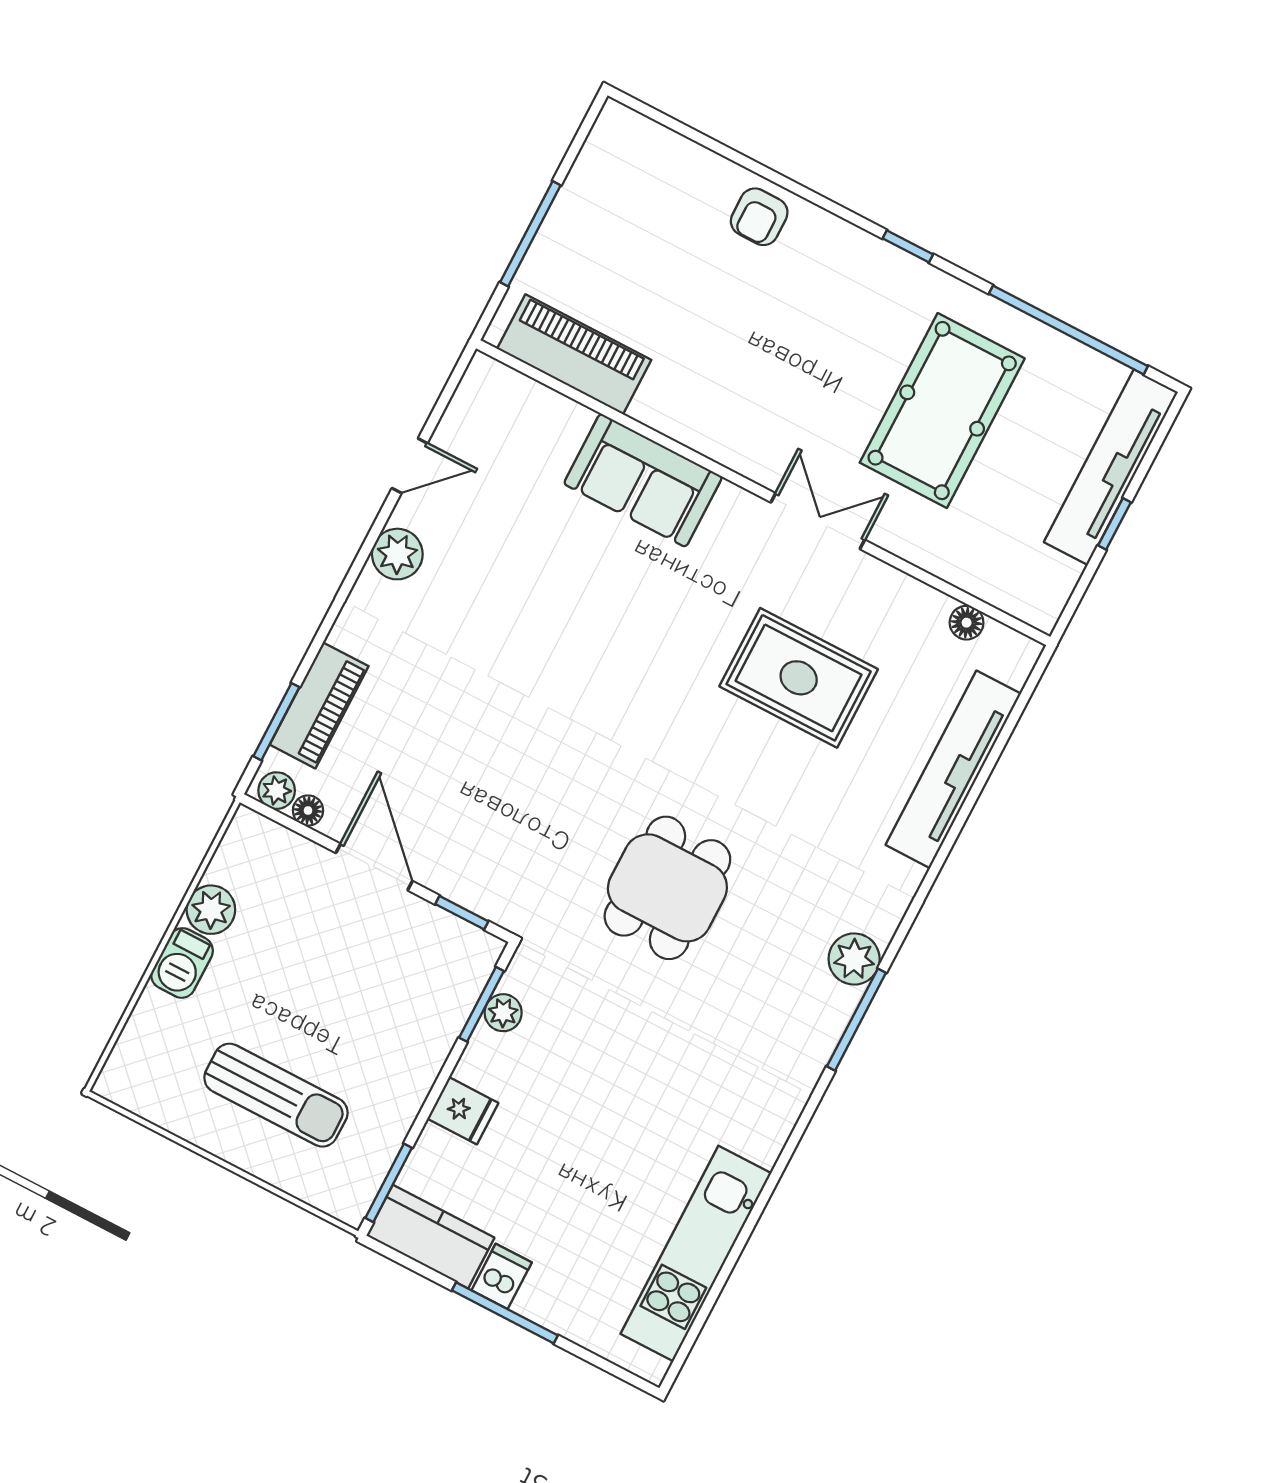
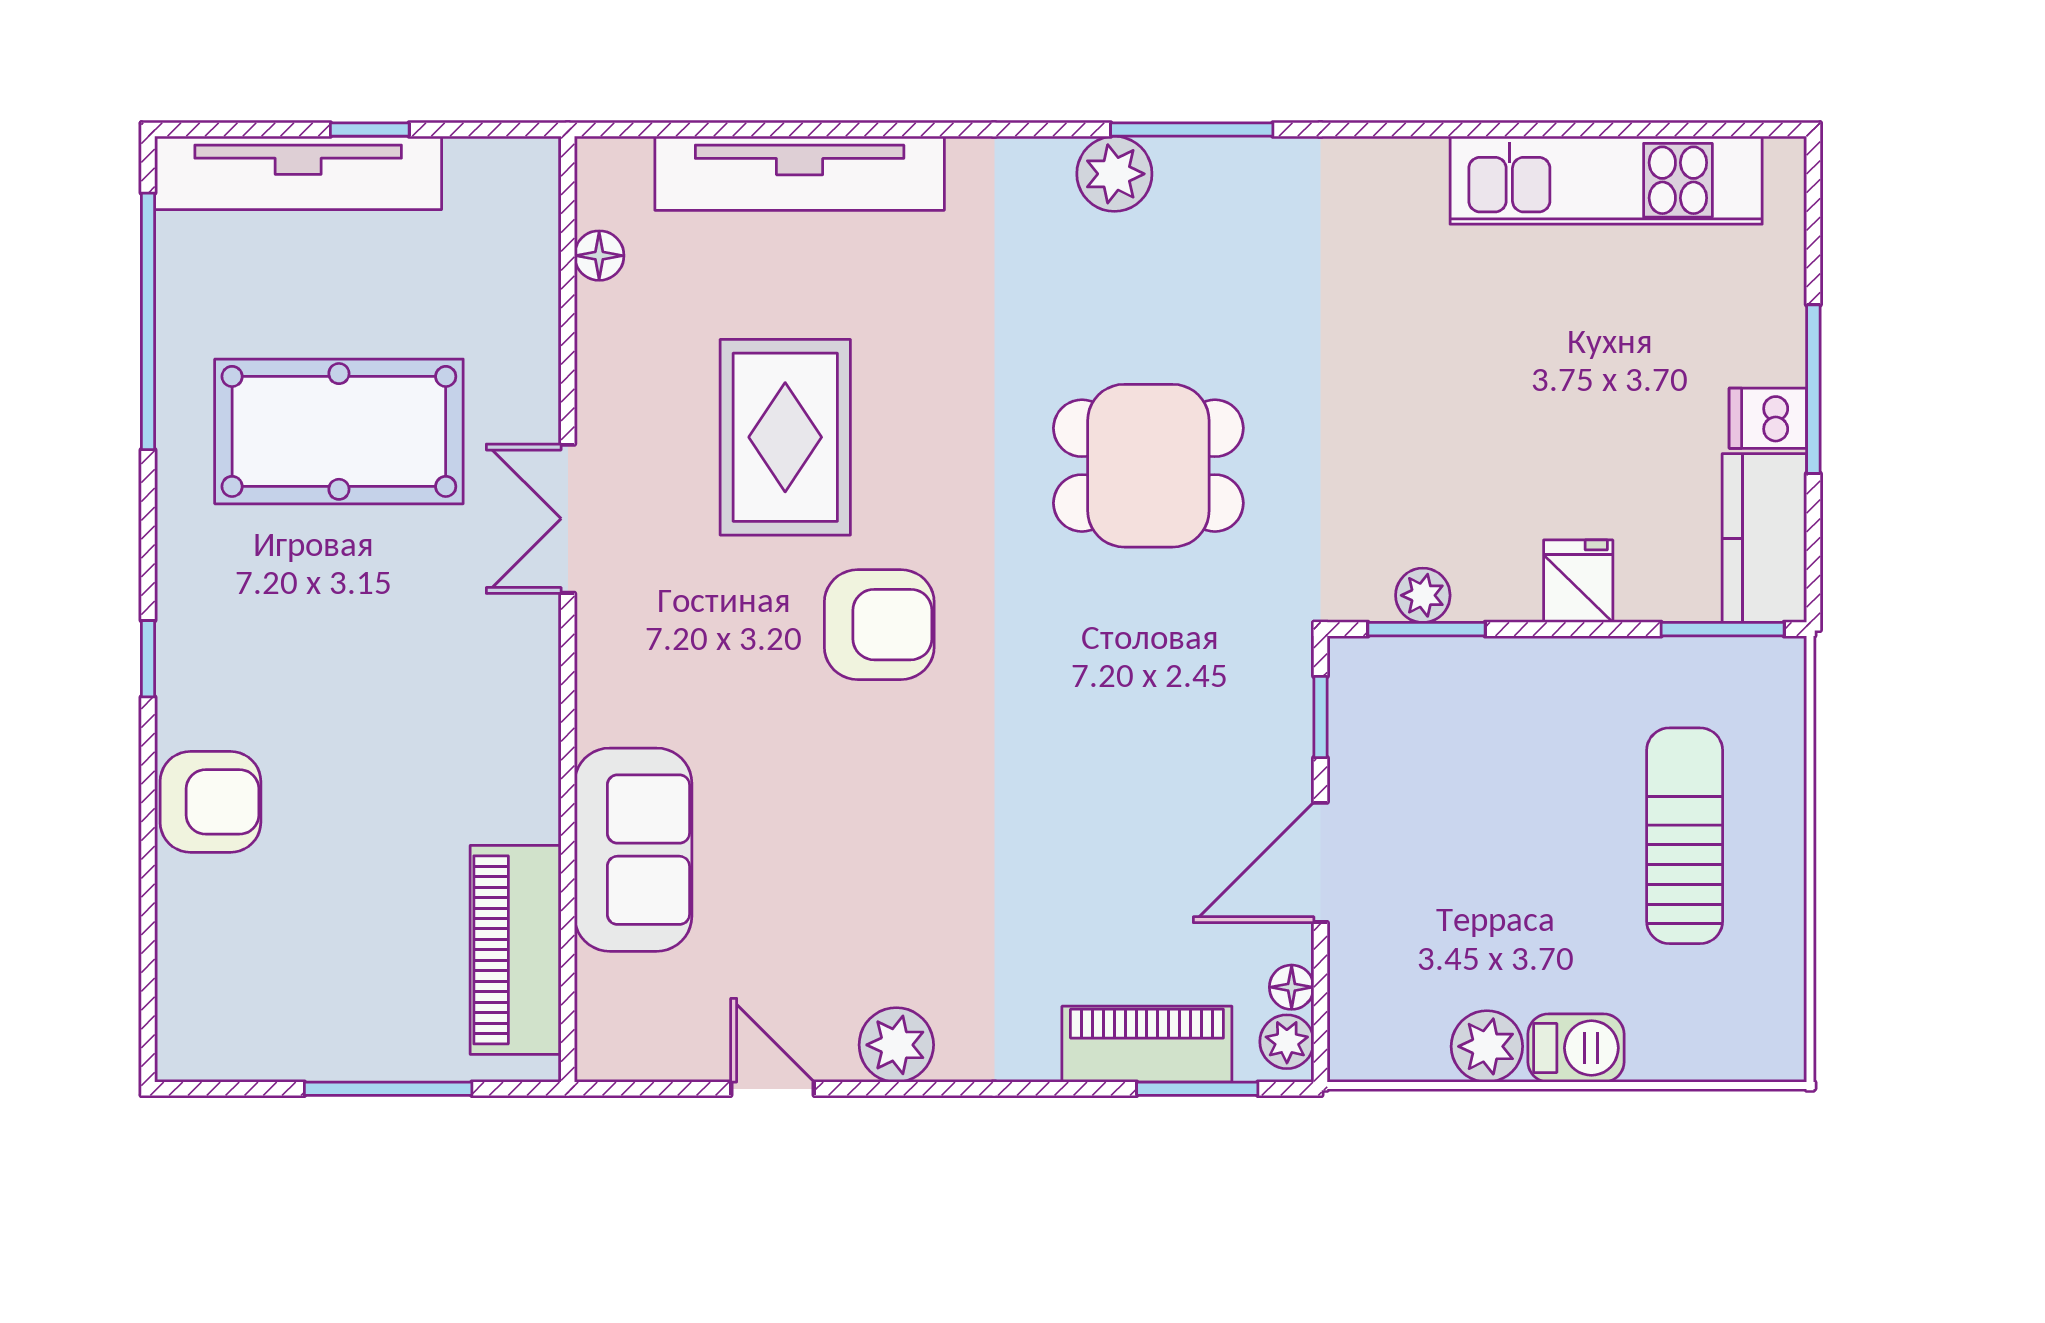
armchair: (759, 217) -> (210, 802), width x1.38, depth x1.38
window: (908, 246) -> (148, 659), moved
sofa: (643, 480) -> (633, 850), moved
armchair: (656, 676) -> (879, 625), added

